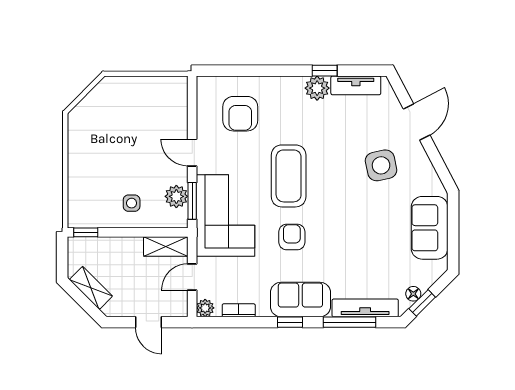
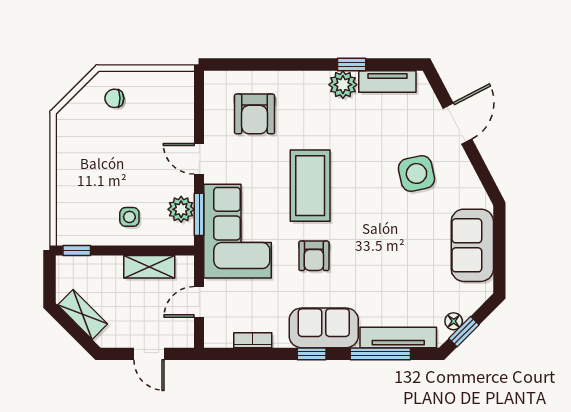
chair: (118, 100) -> (114, 98), added
armchair: (292, 237) -> (314, 256), turned 180
shelving: (166, 246) -> (149, 267), moved
plant: (205, 308) -> (214, 338), removed

